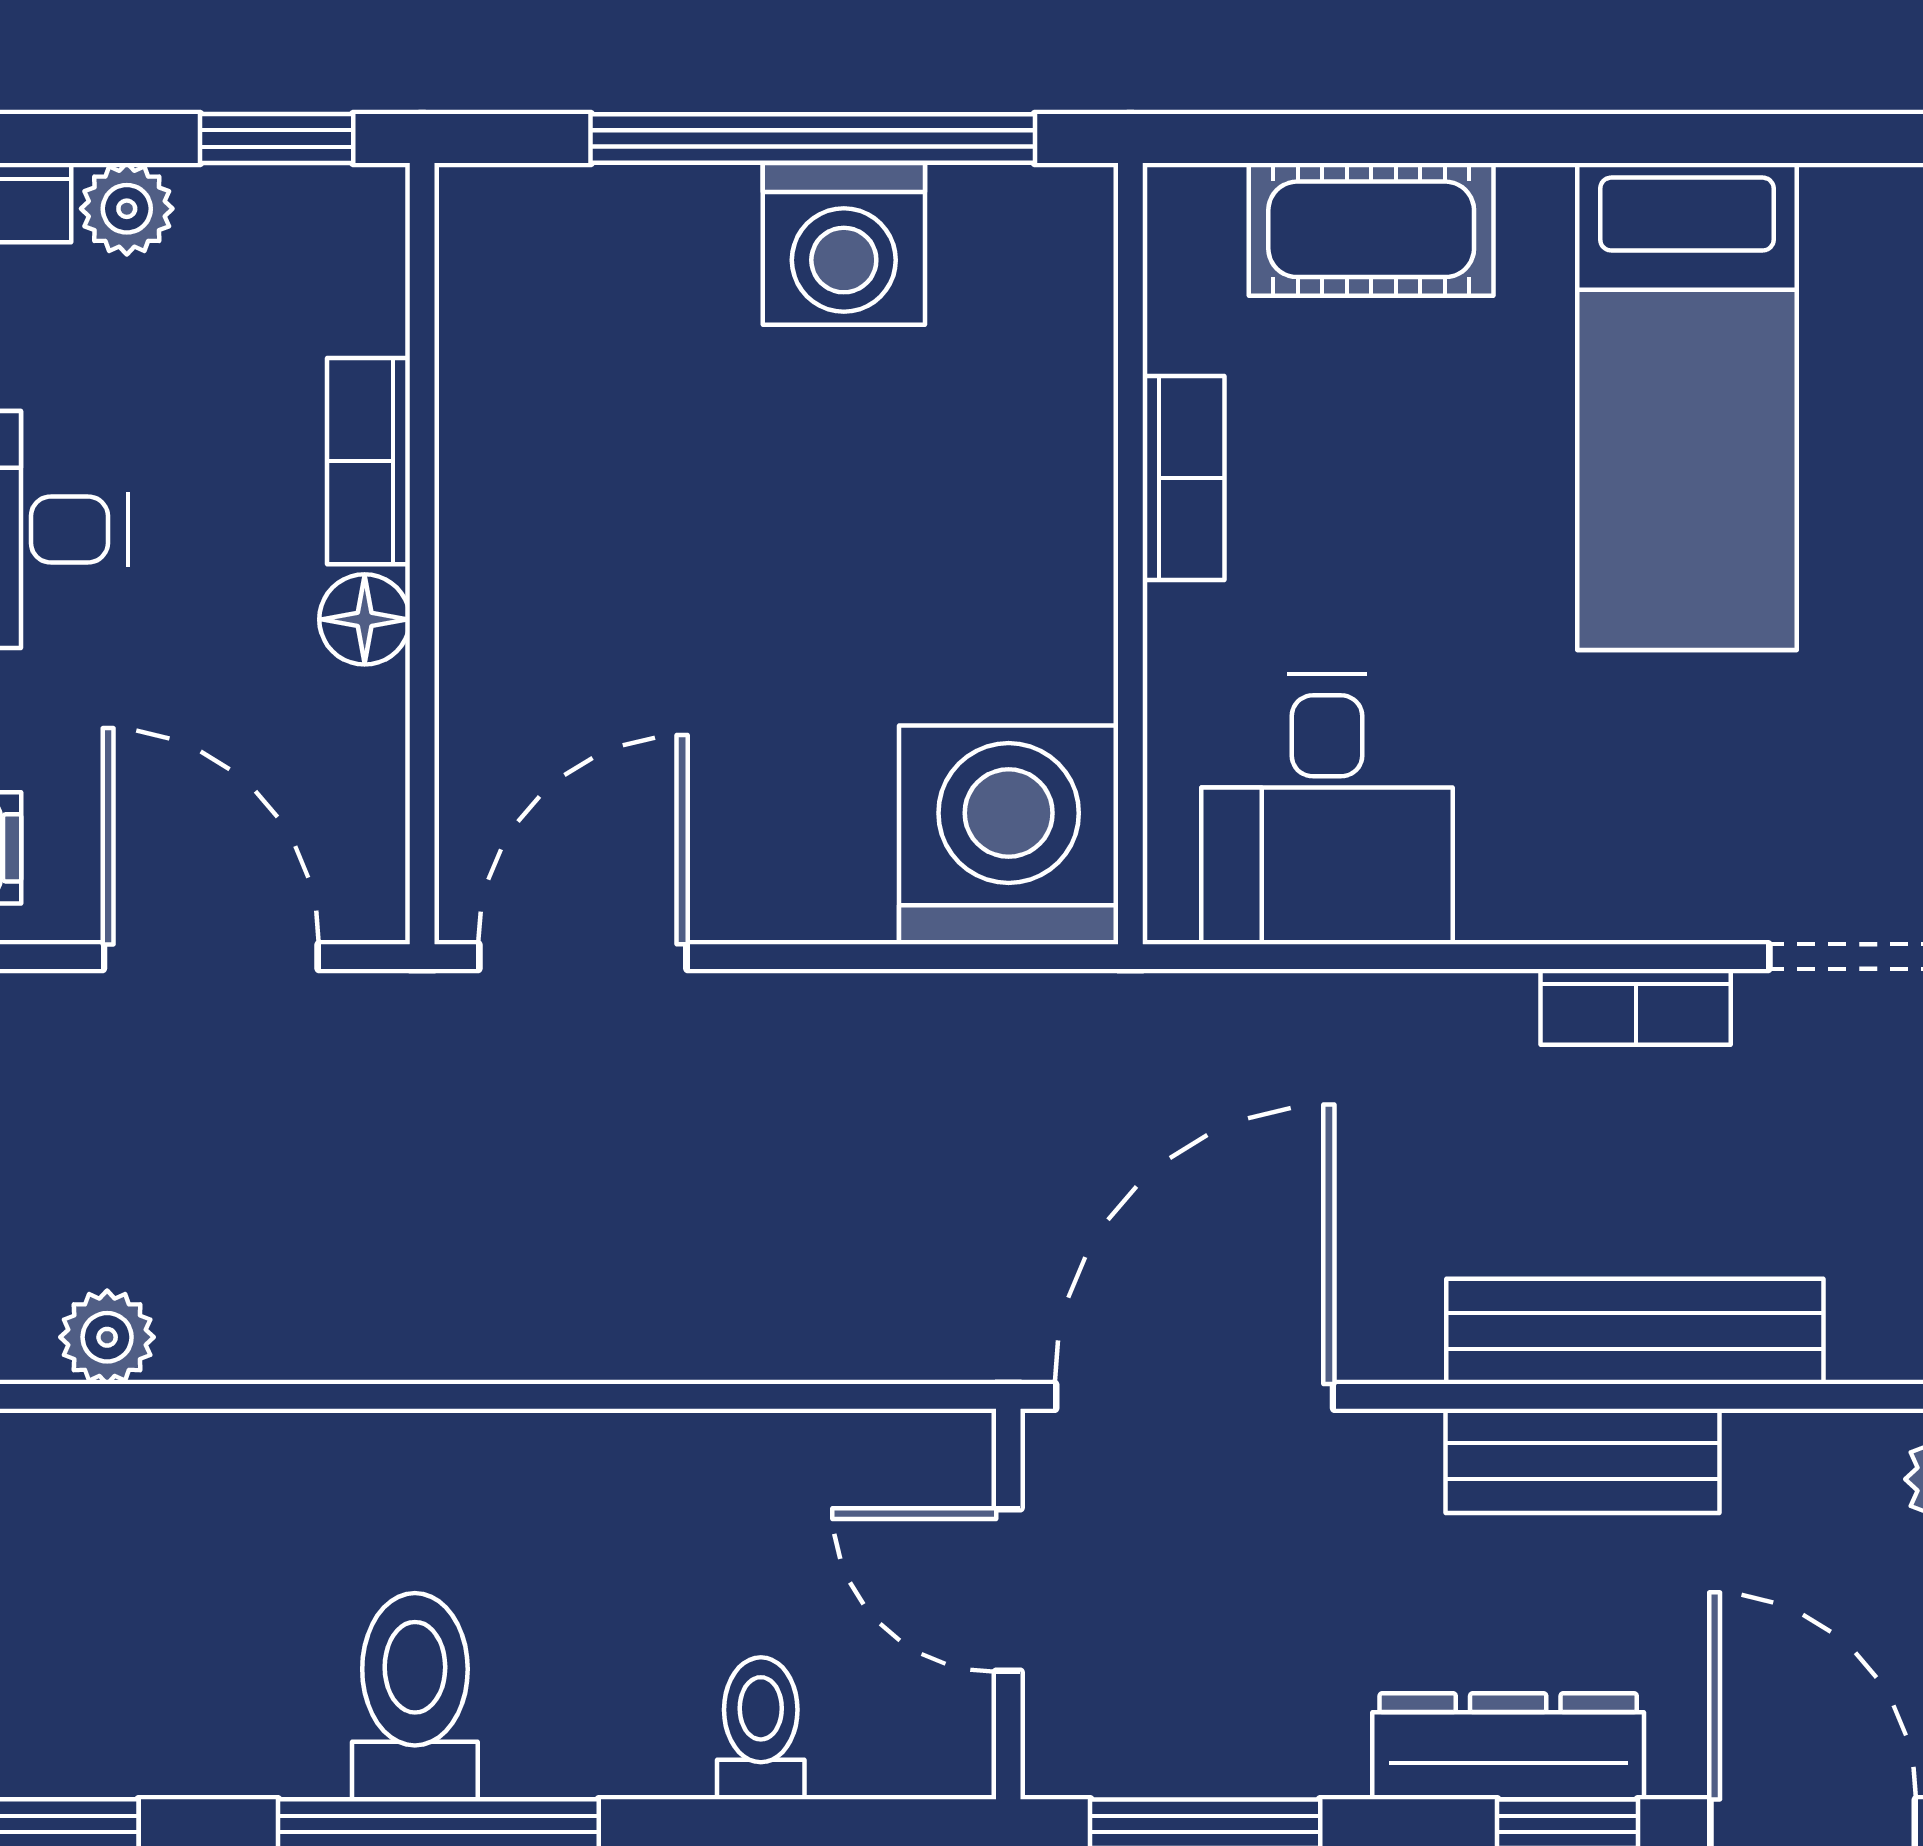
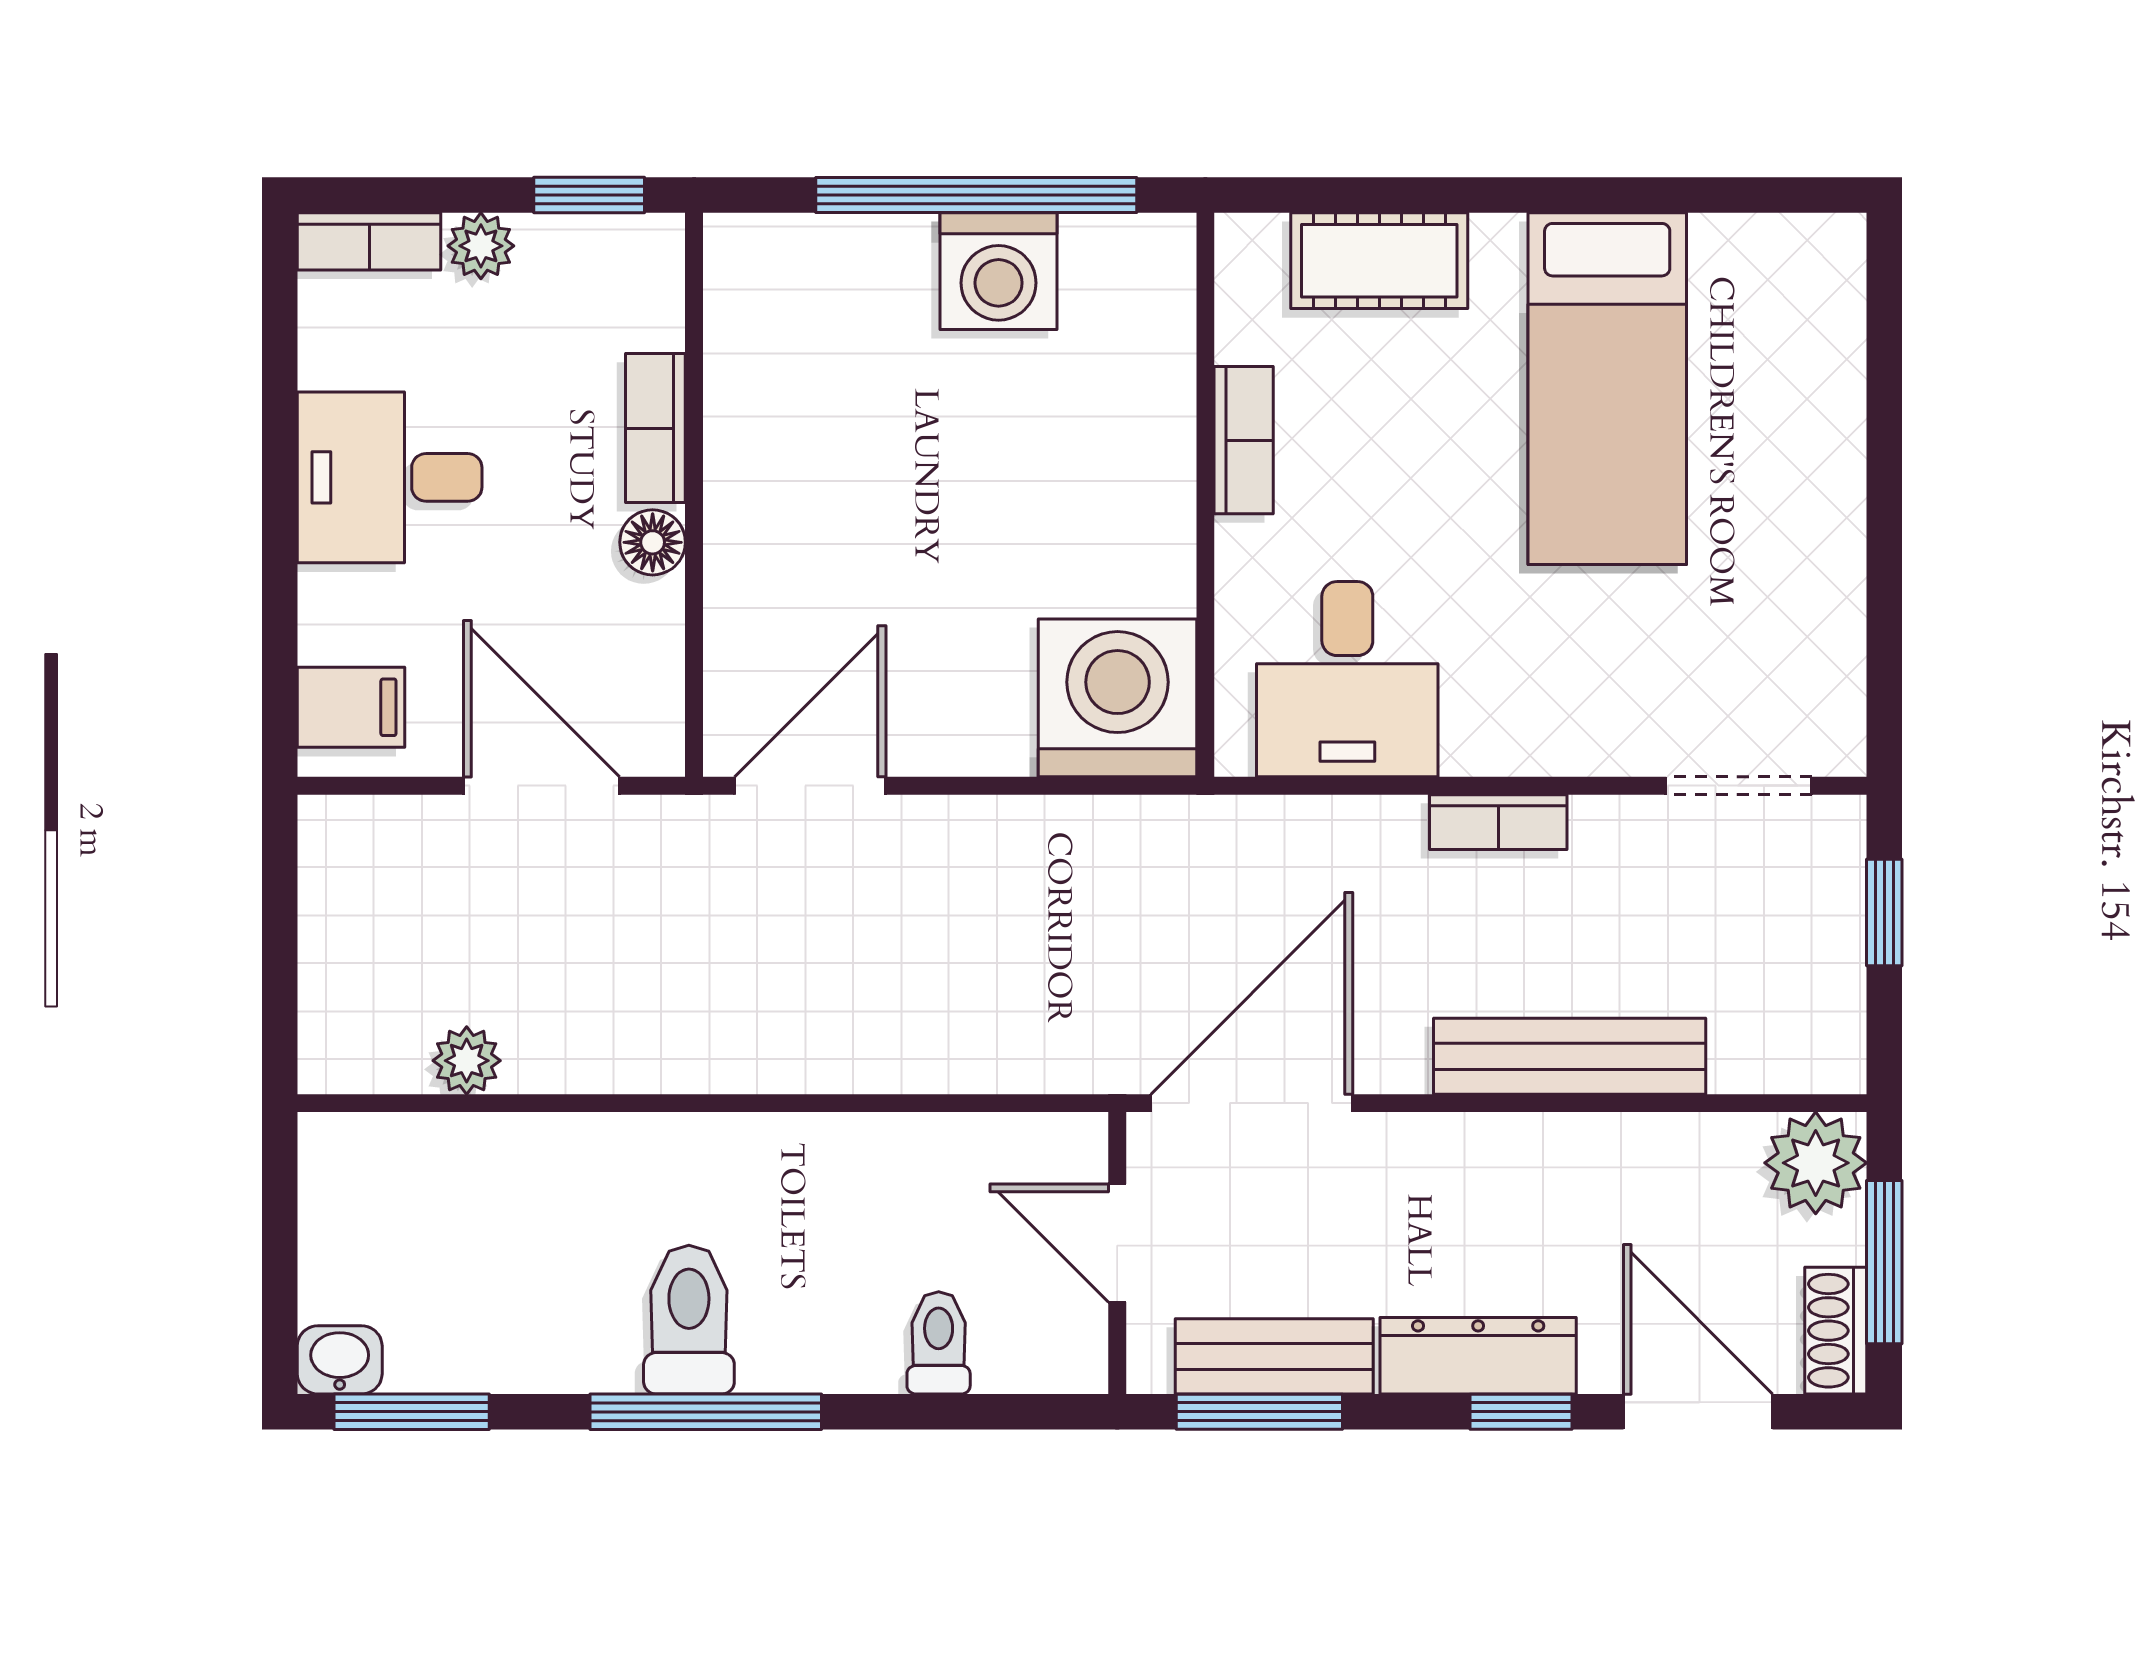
bookcase: (1636, 1007) -> (1498, 822), moved
bench: (1582, 1461) -> (1274, 1356), moved

